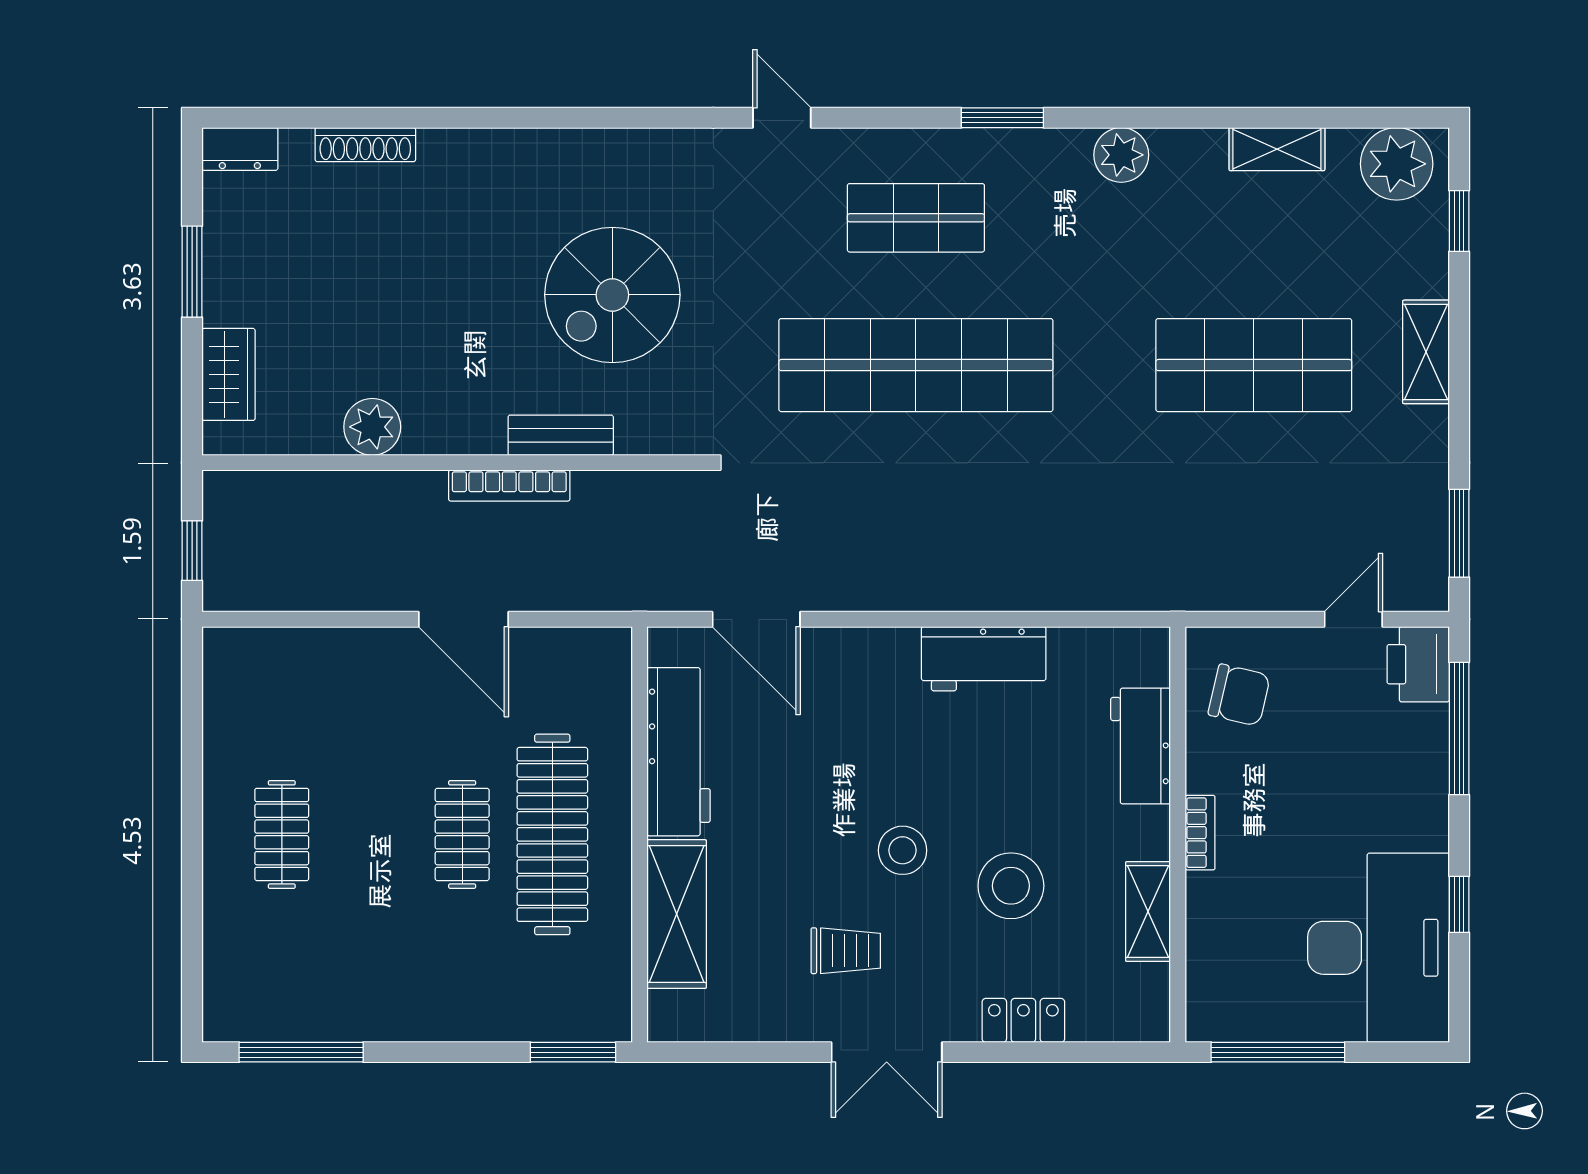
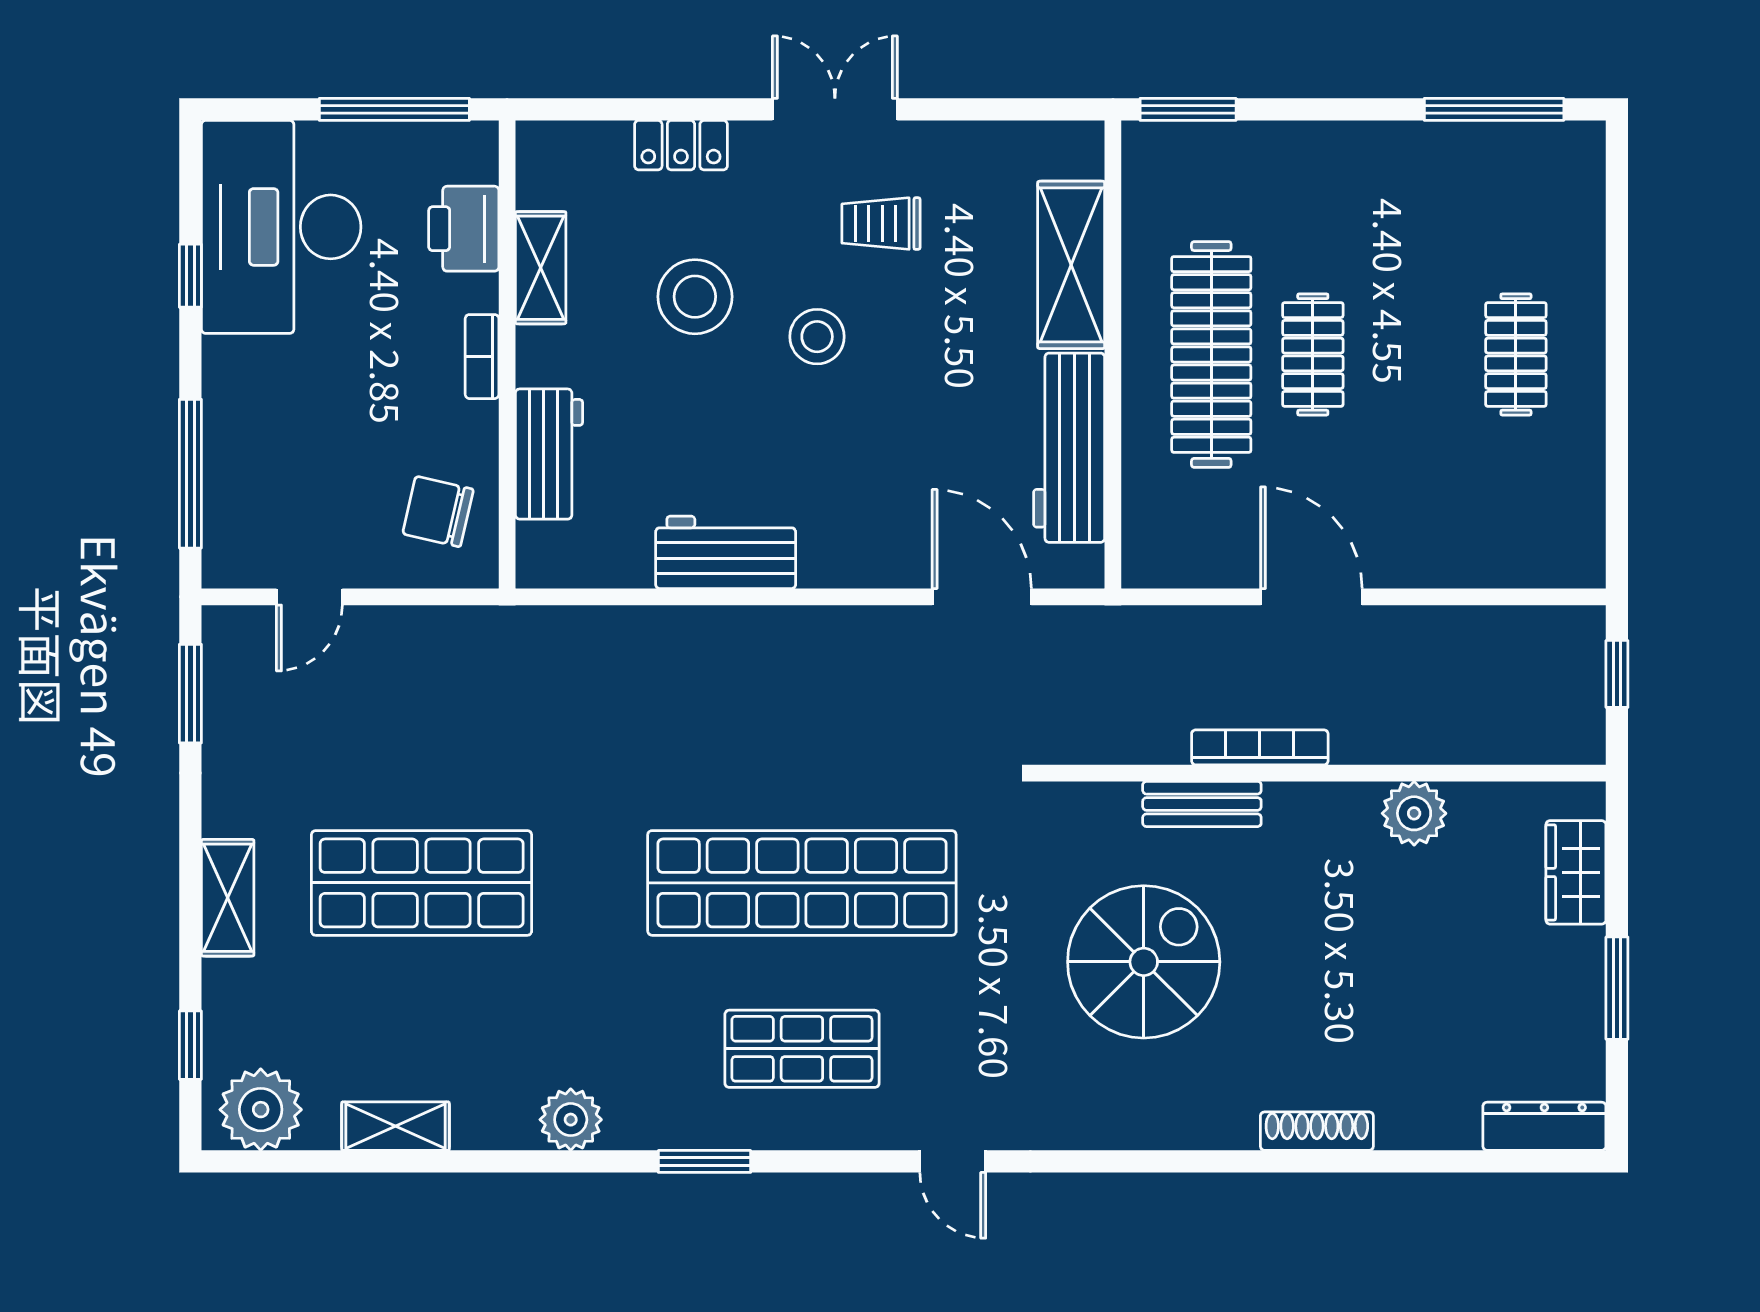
shoe rack: (365, 145) -> (1317, 1131), moved
dresser: (240, 149) -> (1544, 1126), width x1.44
printer: (1418, 664) -> (464, 229), moved, turned 180

